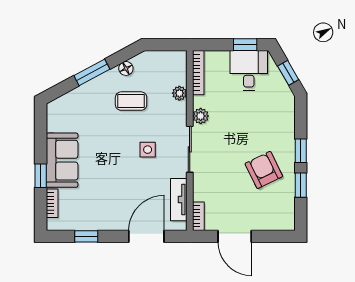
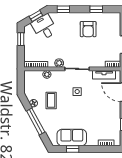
desk: (249, 70) -> (44, 27), moved, turned 60
window: (92, 72) -> (36, 121), width x1.44
window: (301, 151) -> (63, 9), moved
sofa: (62, 160) -> (72, 137), moved
armchair: (264, 170) -> (88, 29), turned -64
window: (41, 176) -> (73, 149), moved

